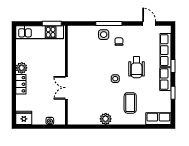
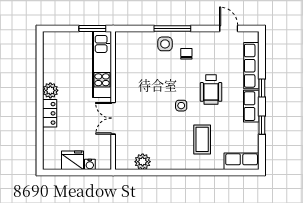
kitchen unit: (40, 32) -> (102, 64), moved, turned 90
fridge: (24, 118) -> (72, 160), moved
plant: (106, 119) -> (143, 162), moved

